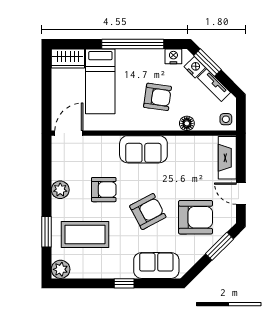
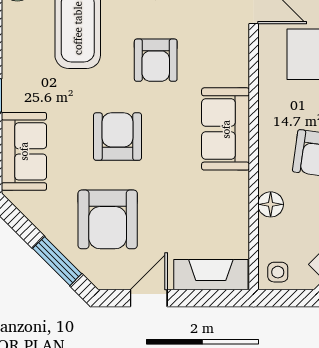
armchair: (148, 212) -> (118, 137), turned -152

